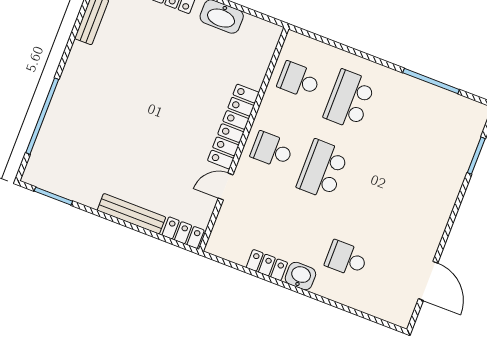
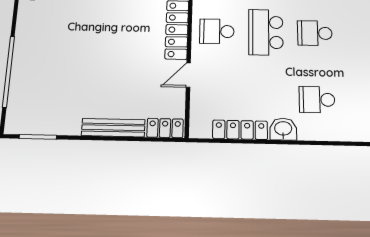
school desk: (373, 189) -> (315, 33), added
locker: (267, 265) -> (240, 130), width x1.53

